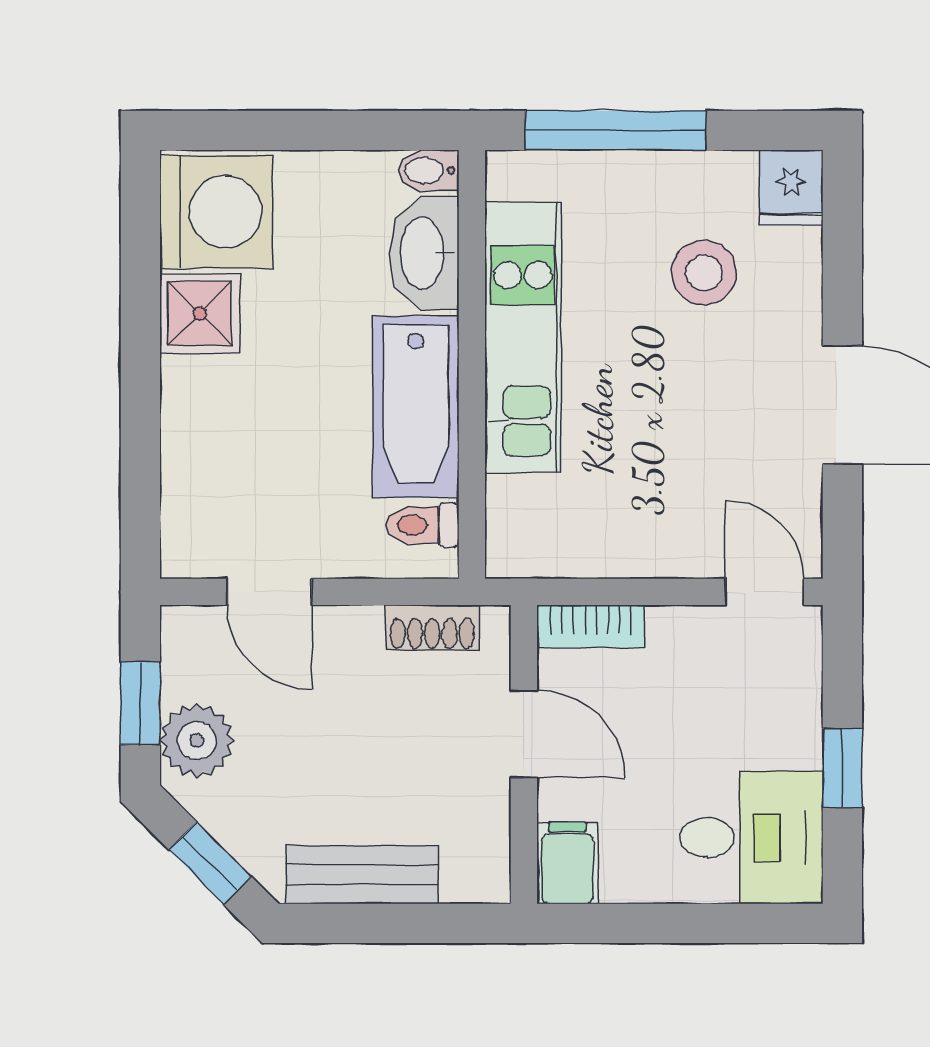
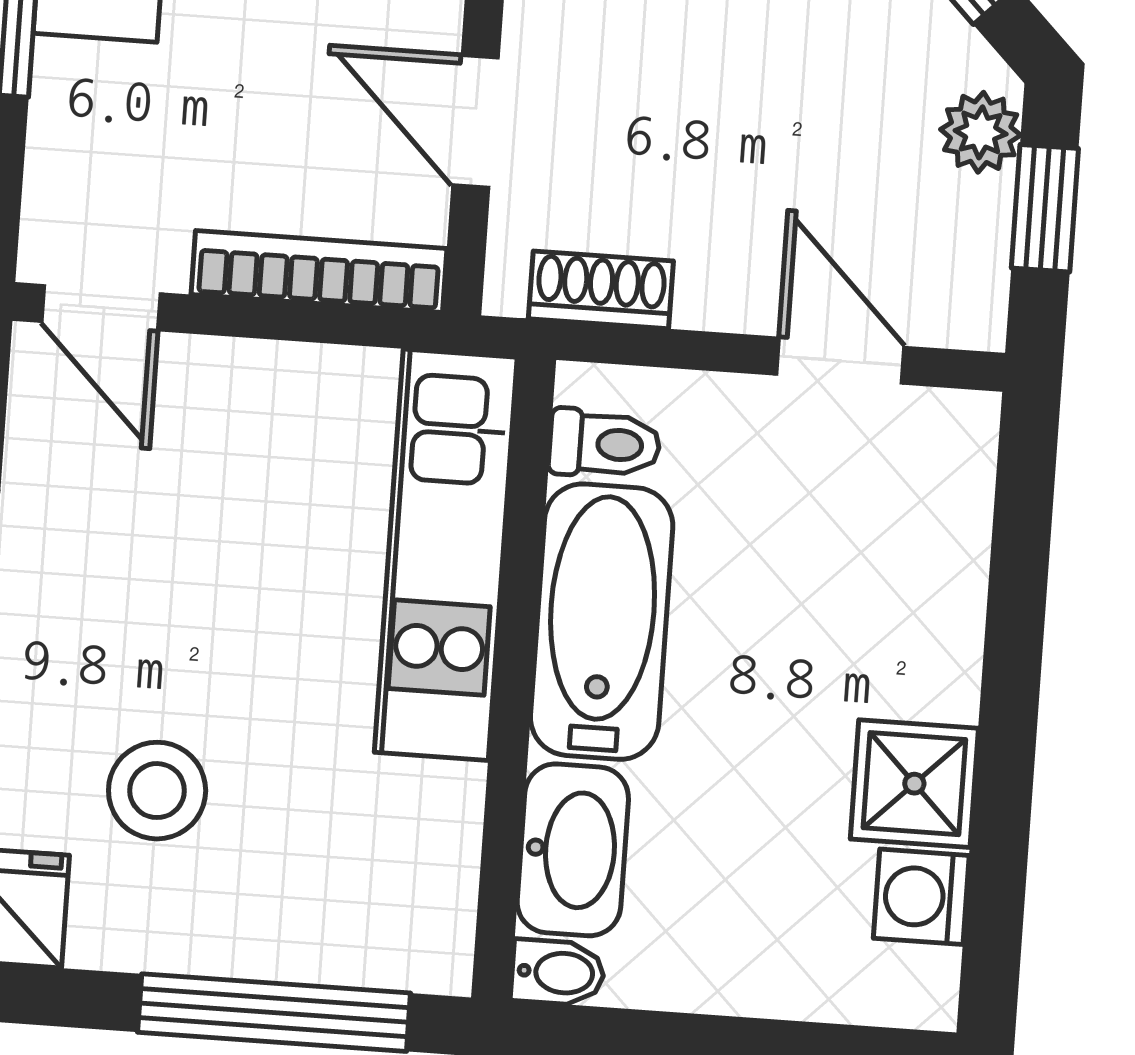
washing machine: (216, 212) -> (921, 897), width x0.53, depth x0.53
kitchen unit: (523, 337) -> (446, 555), moved
bookcase: (591, 626) -> (319, 271), width x1.56
plant: (197, 741) -> (981, 132), width x0.73, depth x0.73

